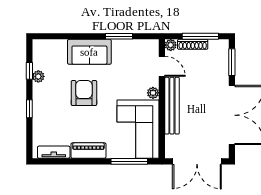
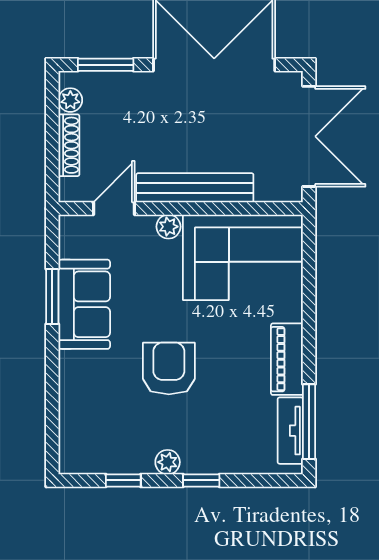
window: (200, 36) -> (52, 129), removed
plant: (171, 45) -> (70, 100), moved
sofa: (89, 52) -> (84, 304), moved
plant: (38, 76) -> (168, 462), moved
armchair: (84, 93) -> (169, 368), turned 90
window: (129, 161) -> (309, 422), moved

